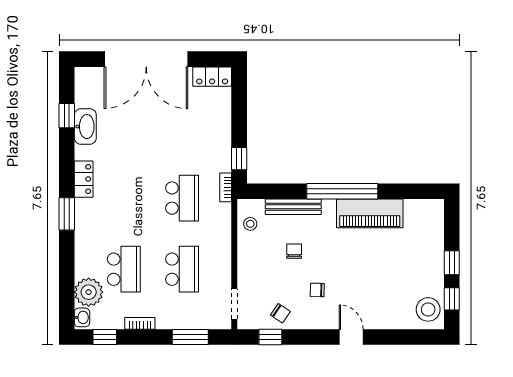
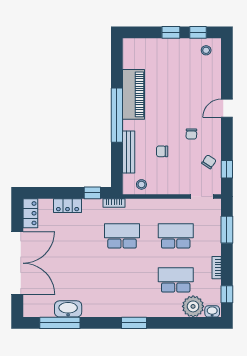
window: (67, 116) -> (60, 323), width x2.17
locker: (84, 179) -> (68, 206), moved, turned 180
stool: (428, 309) -> (206, 50), width x0.53, depth x0.53

